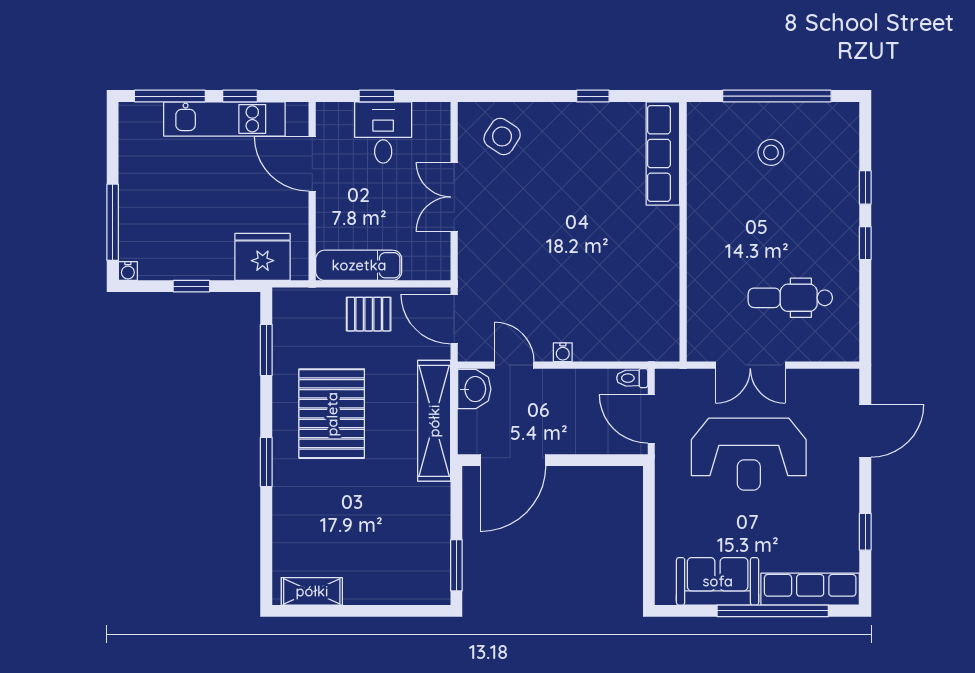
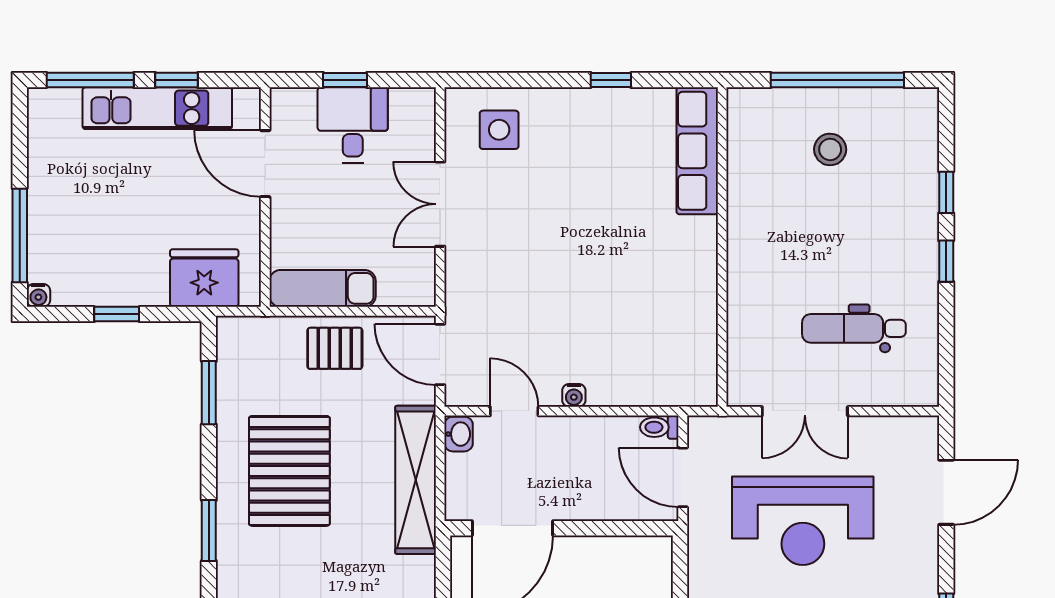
side table: (502, 136) -> (499, 130), turned -33
washbasin: (474, 389) -> (459, 434), width x0.72, depth x0.69

